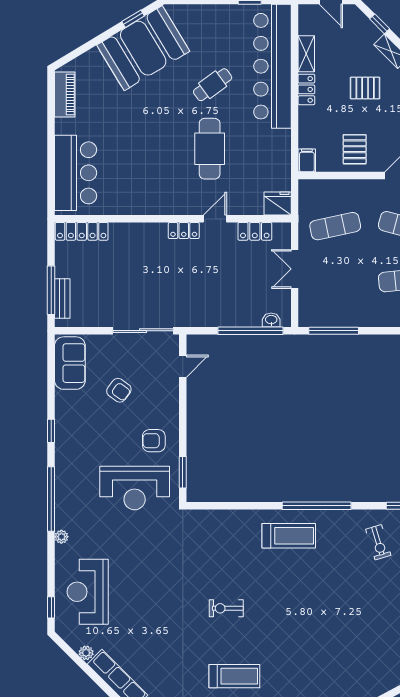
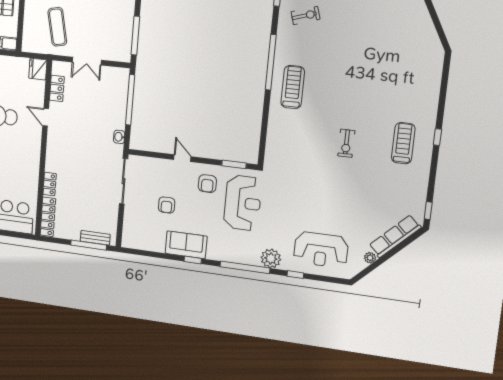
locker: (184, 231) -> (50, 184), moved
washbasin: (271, 320) -> (119, 137), moved
sofa: (70, 363) -> (186, 245), moved
door: (183, 366) -> (182, 158), moved
armchair: (119, 390) -> (167, 205), turned 144
plant: (61, 537) -> (271, 258), width x1.88, depth x1.88
window: (51, 607) -> (295, 275), moved

